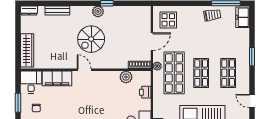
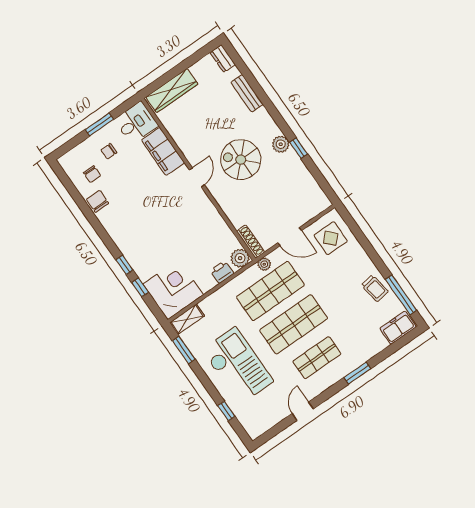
shop shelf: (201, 73) -> (294, 324), width x1.43, depth x1.36
plant: (126, 77) -> (240, 258), moved

